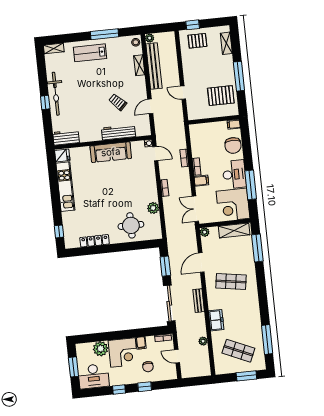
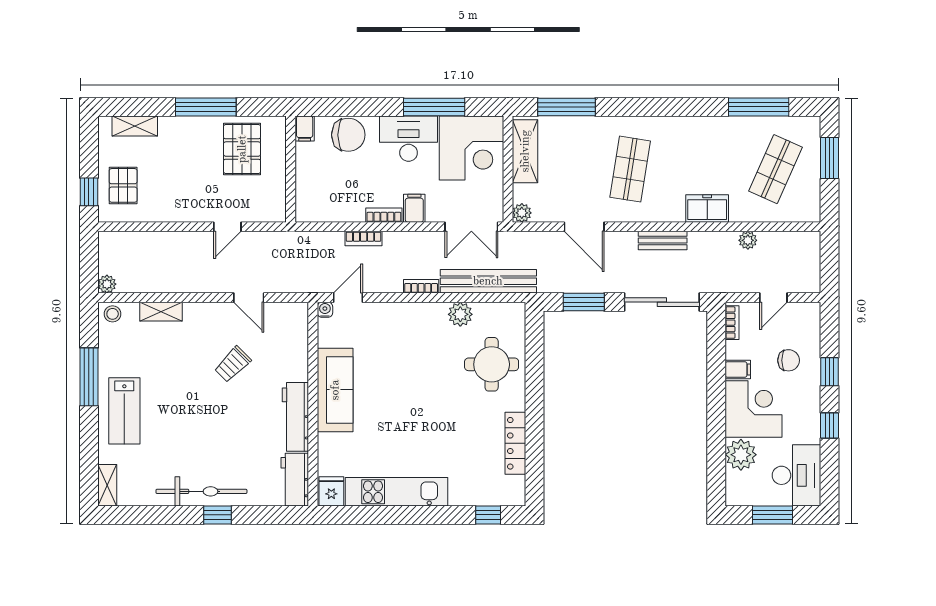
bench: (154, 66) -> (488, 281), moved
workbench: (118, 132) -> (295, 417), moved

